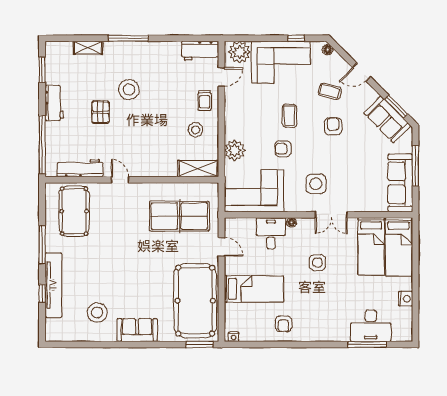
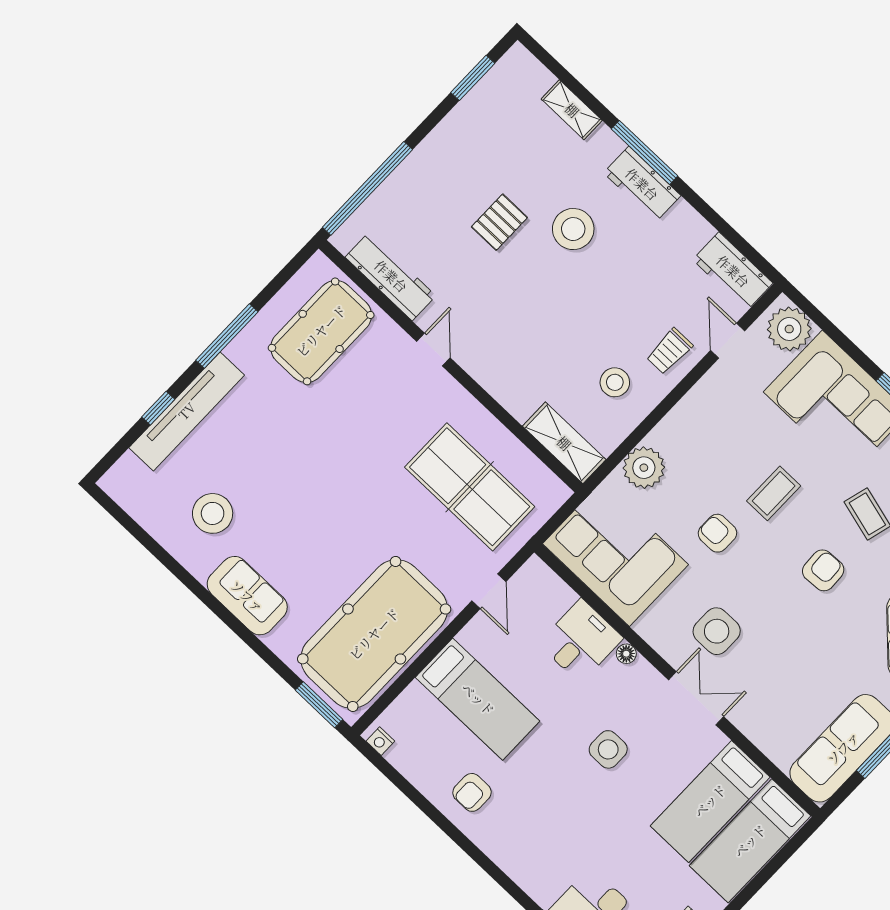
door: (222, 77) -> (728, 341), swing flipped
workbench: (54, 103) -> (642, 184), moved, turned 90
double door: (331, 215) -> (696, 698), swing flipped

